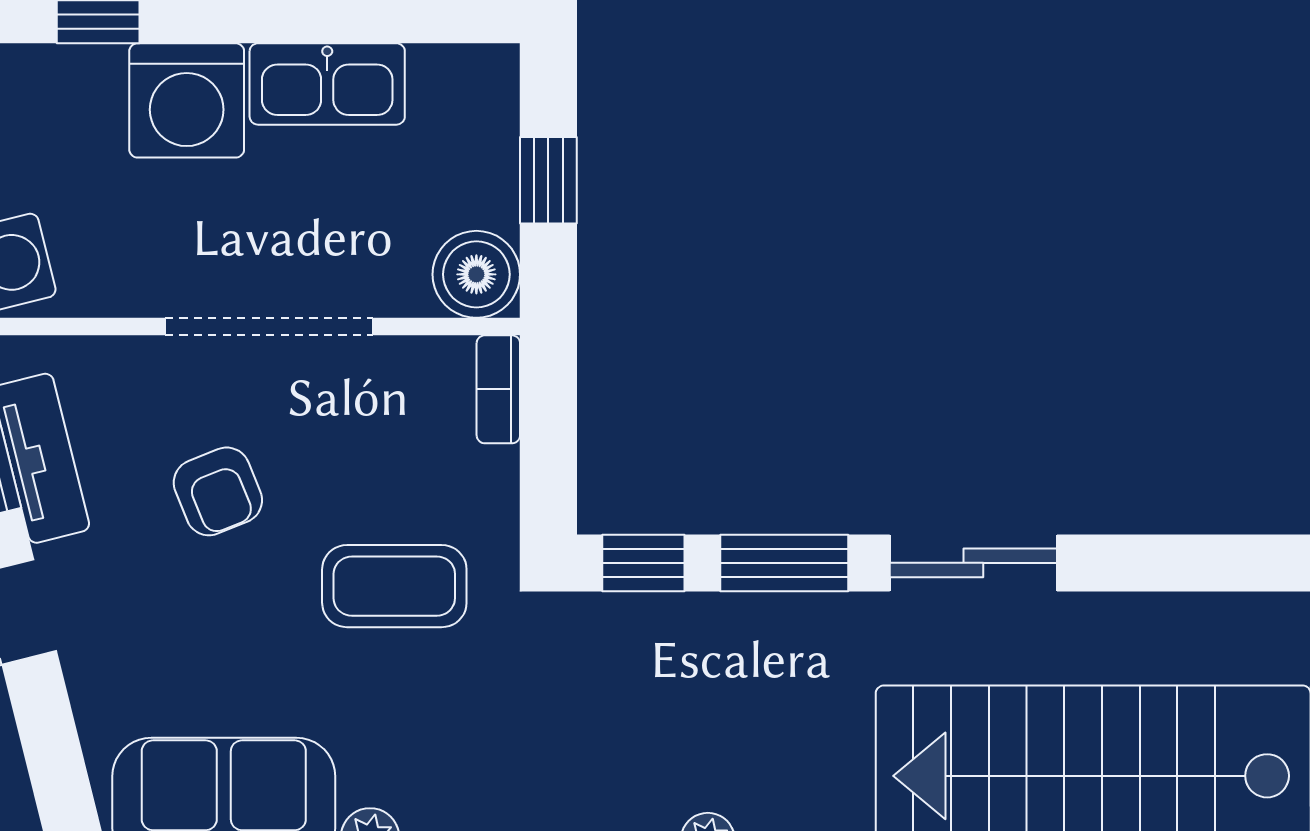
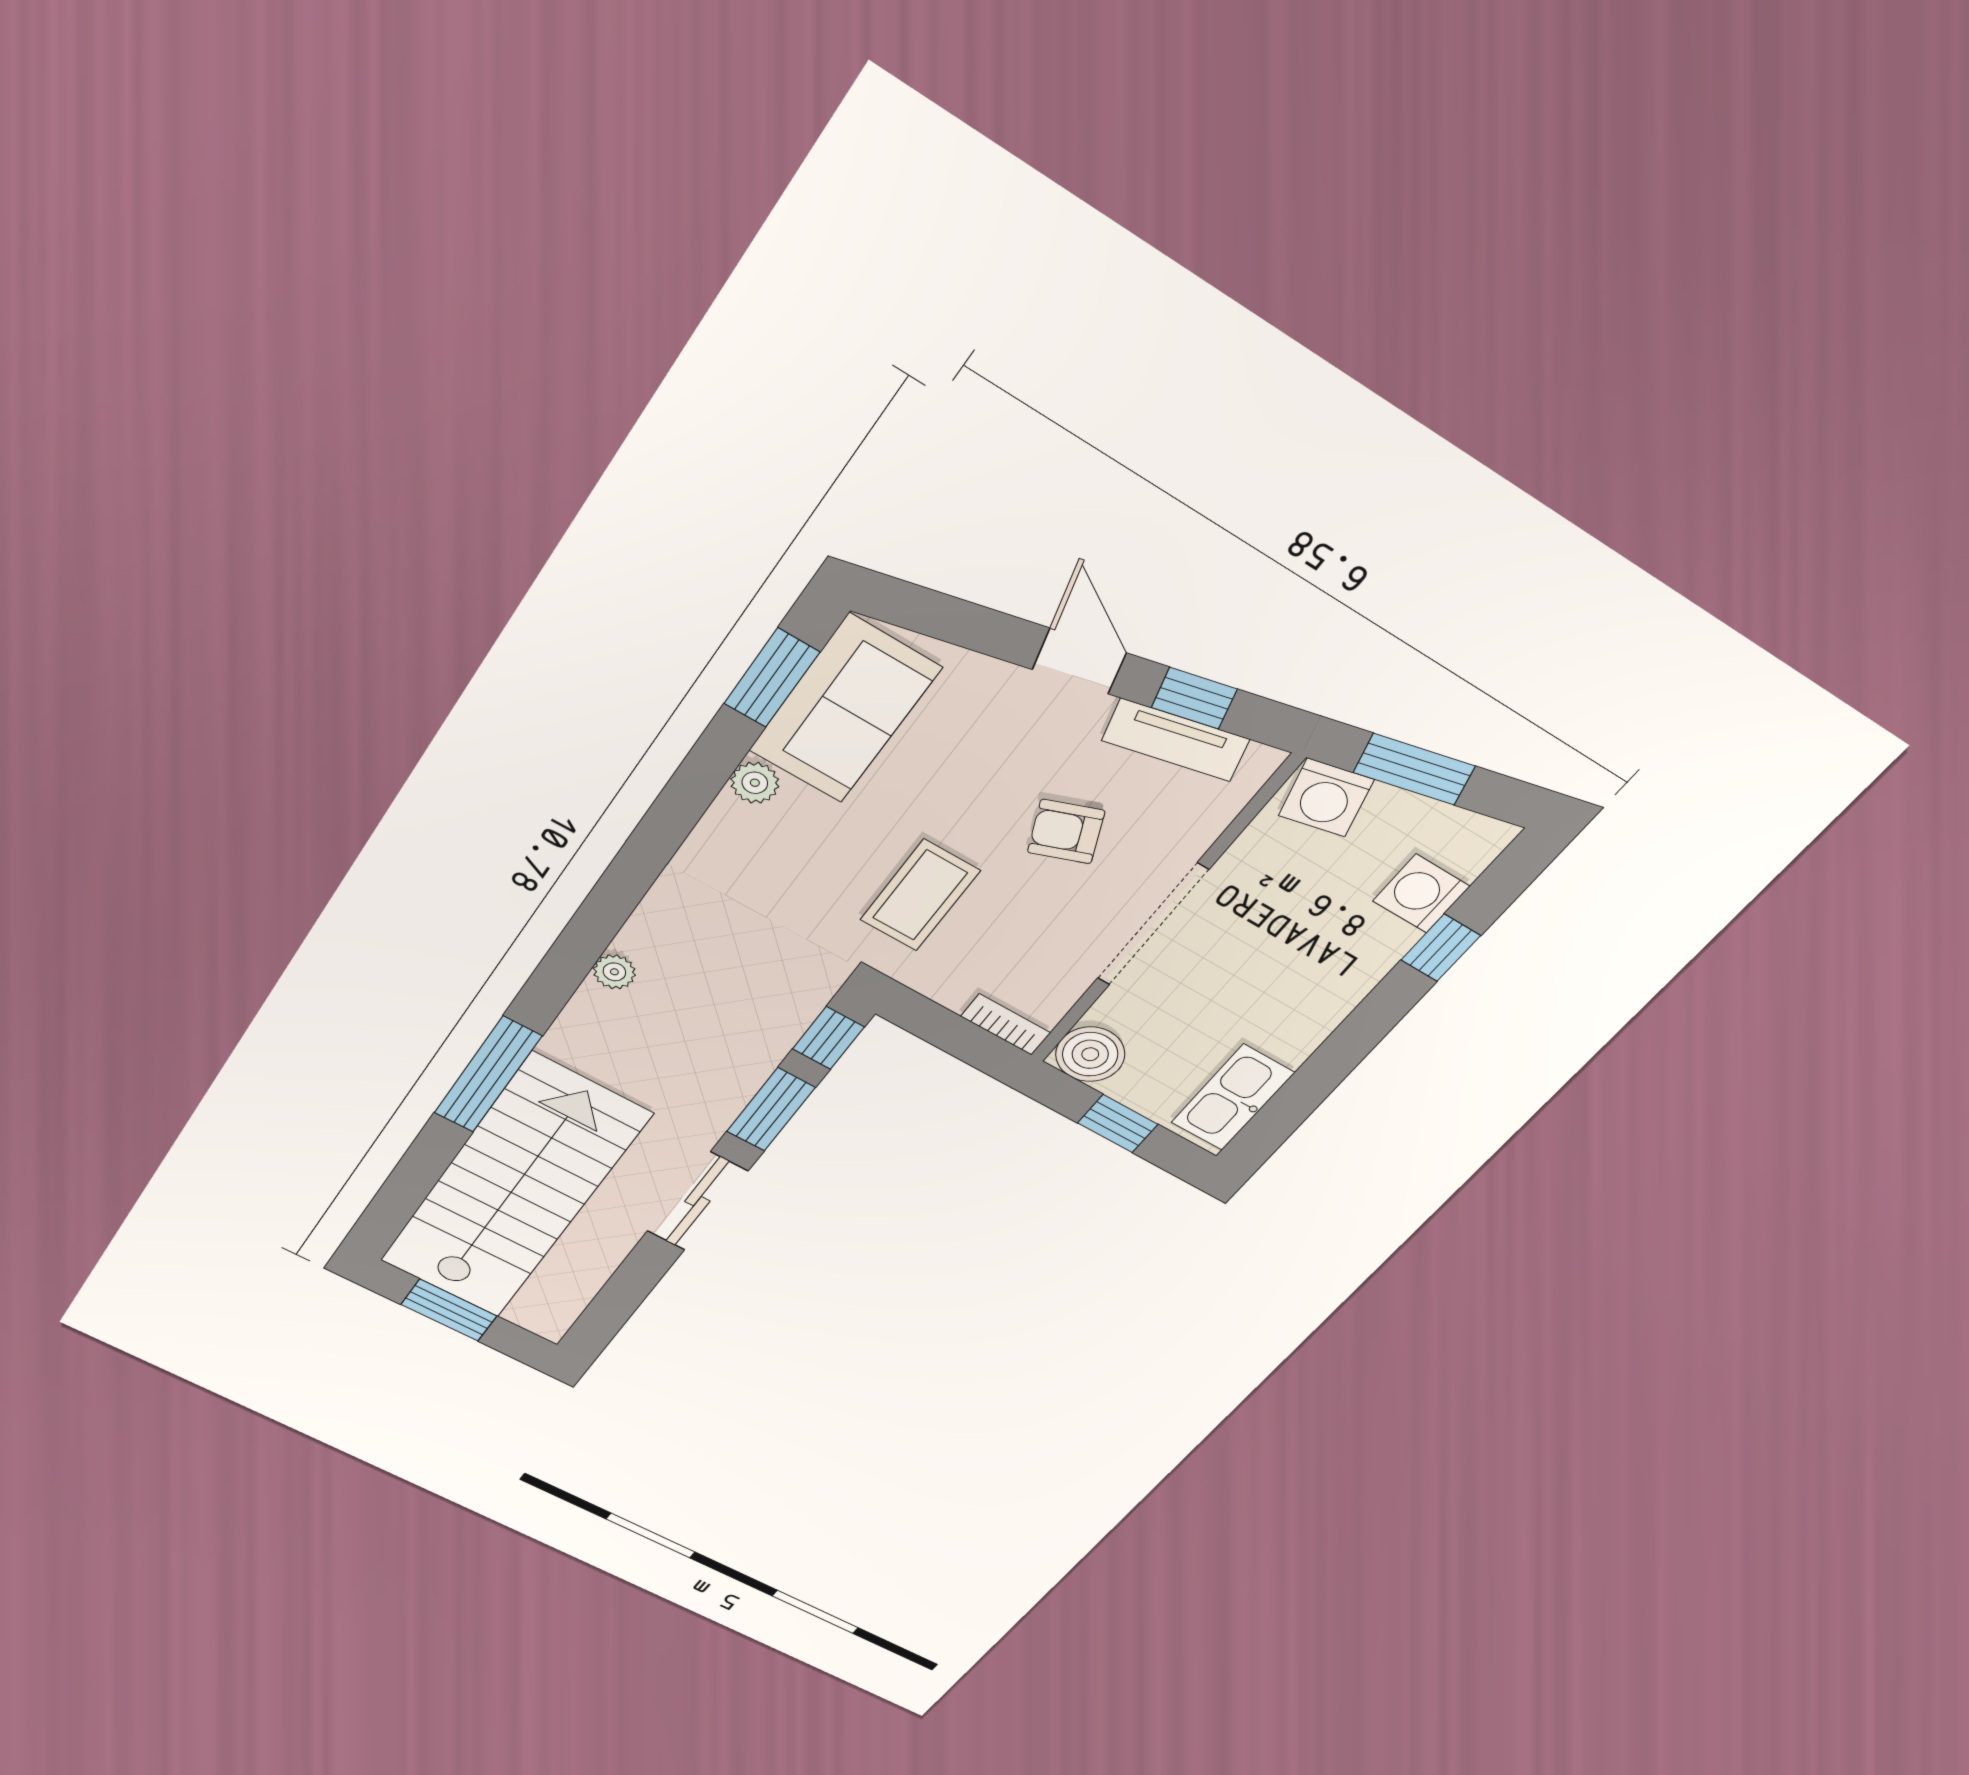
kitchen sink: (327, 84) -> (1233, 1098), moved
washing machine: (187, 100) -> (1421, 894), moved, width x0.73, depth x0.73

